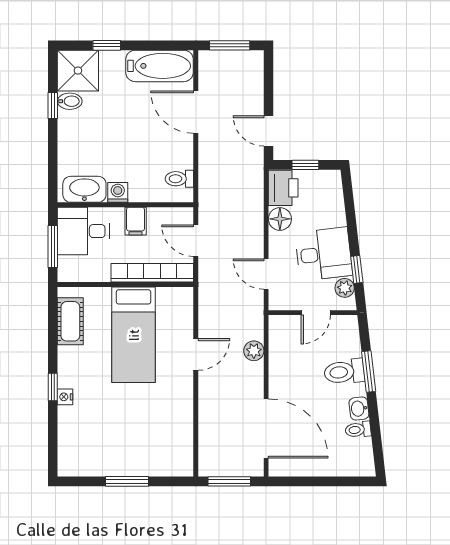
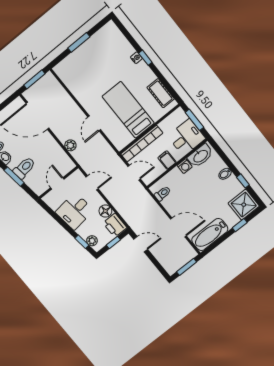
bidet: (70, 101) -> (225, 174), moved
window: (357, 269) -> (82, 242), moved
plant: (345, 288) -> (92, 241), moved

